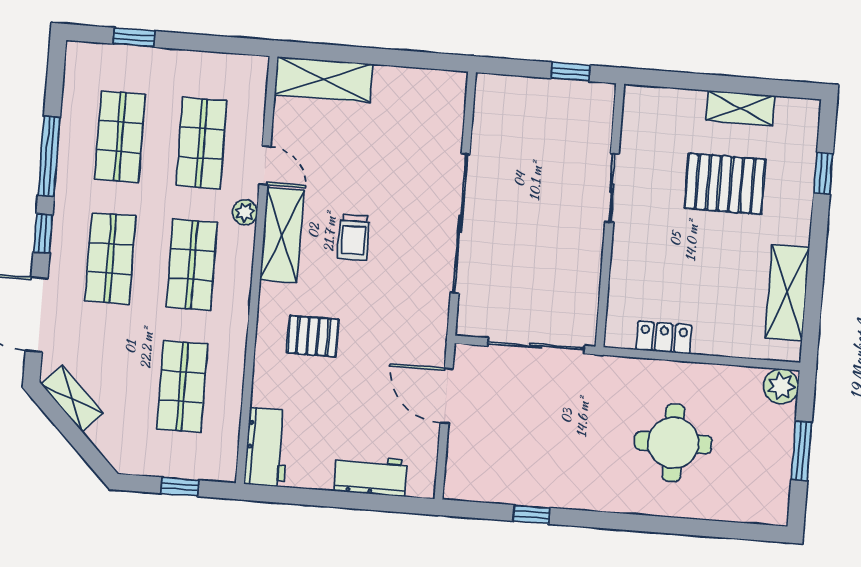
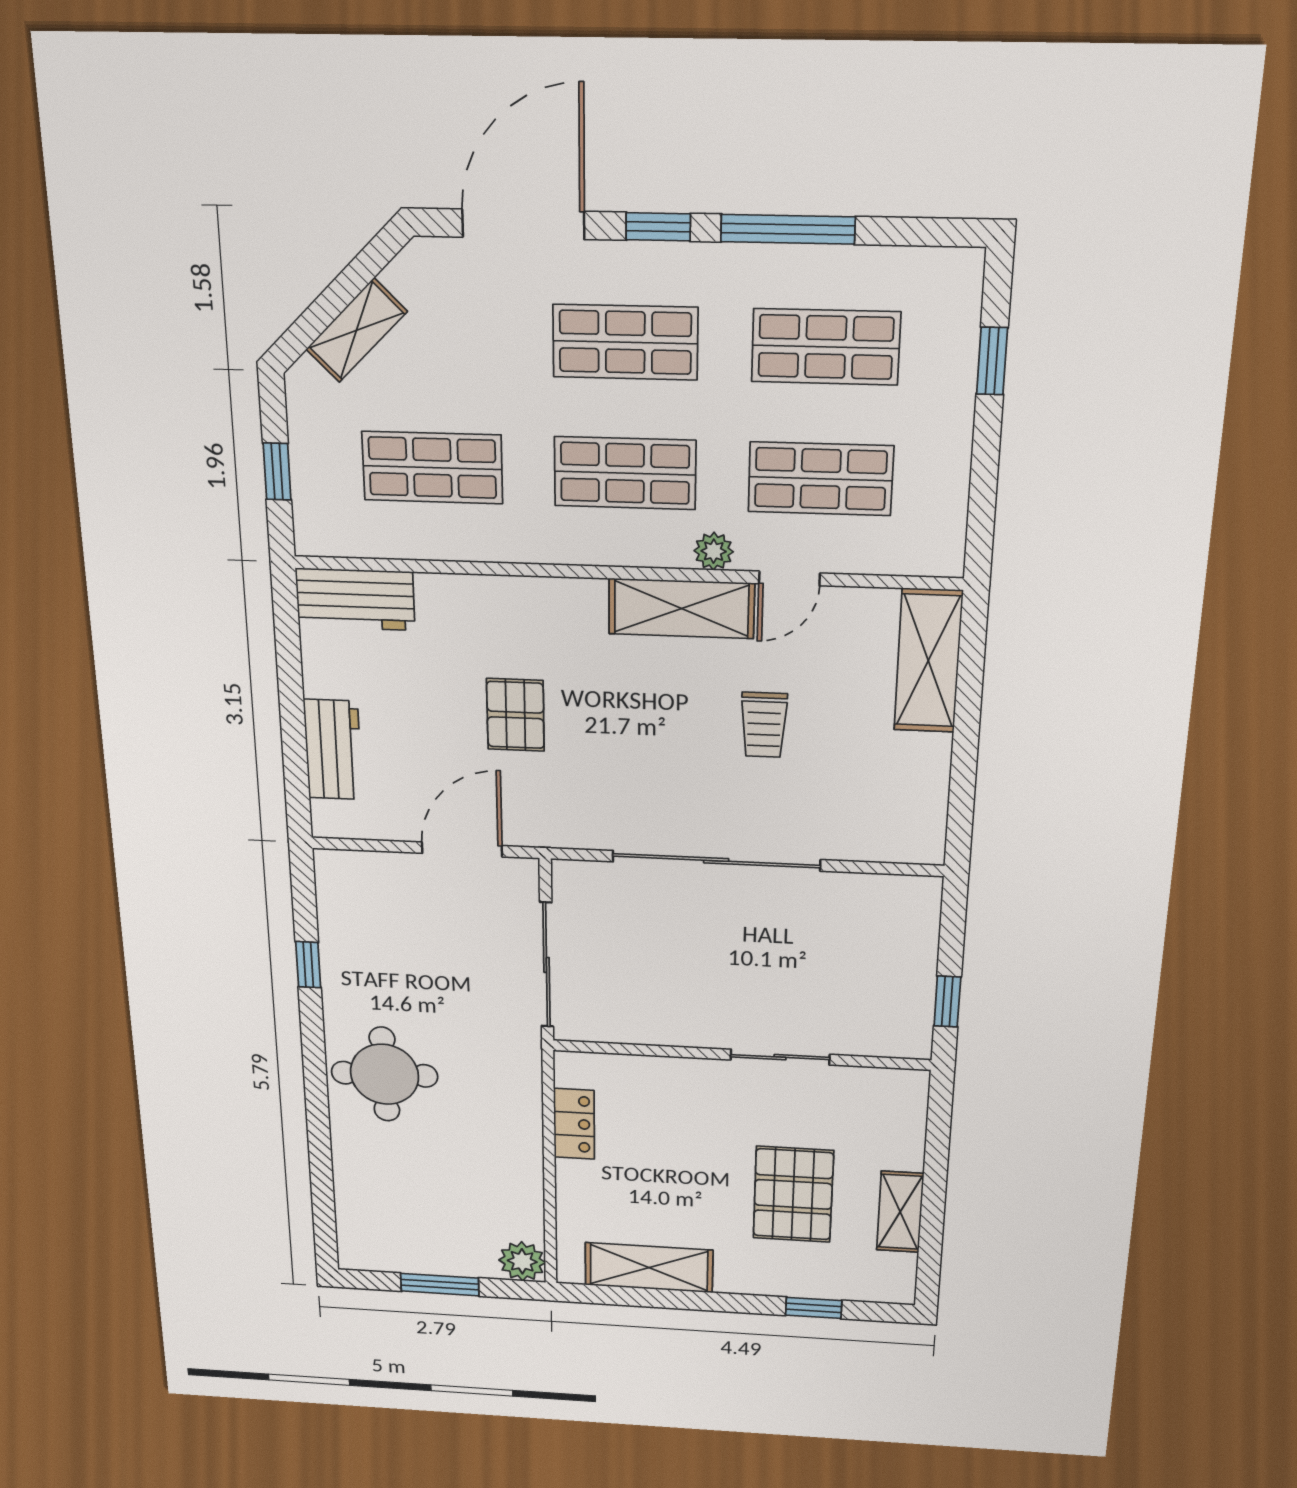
trolley: (354, 237) -> (764, 725), moved, turned -90
pallet: (313, 336) -> (515, 715), moved
shelving: (72, 399) -> (356, 330), moved
round table: (673, 443) -> (384, 1074), moved

